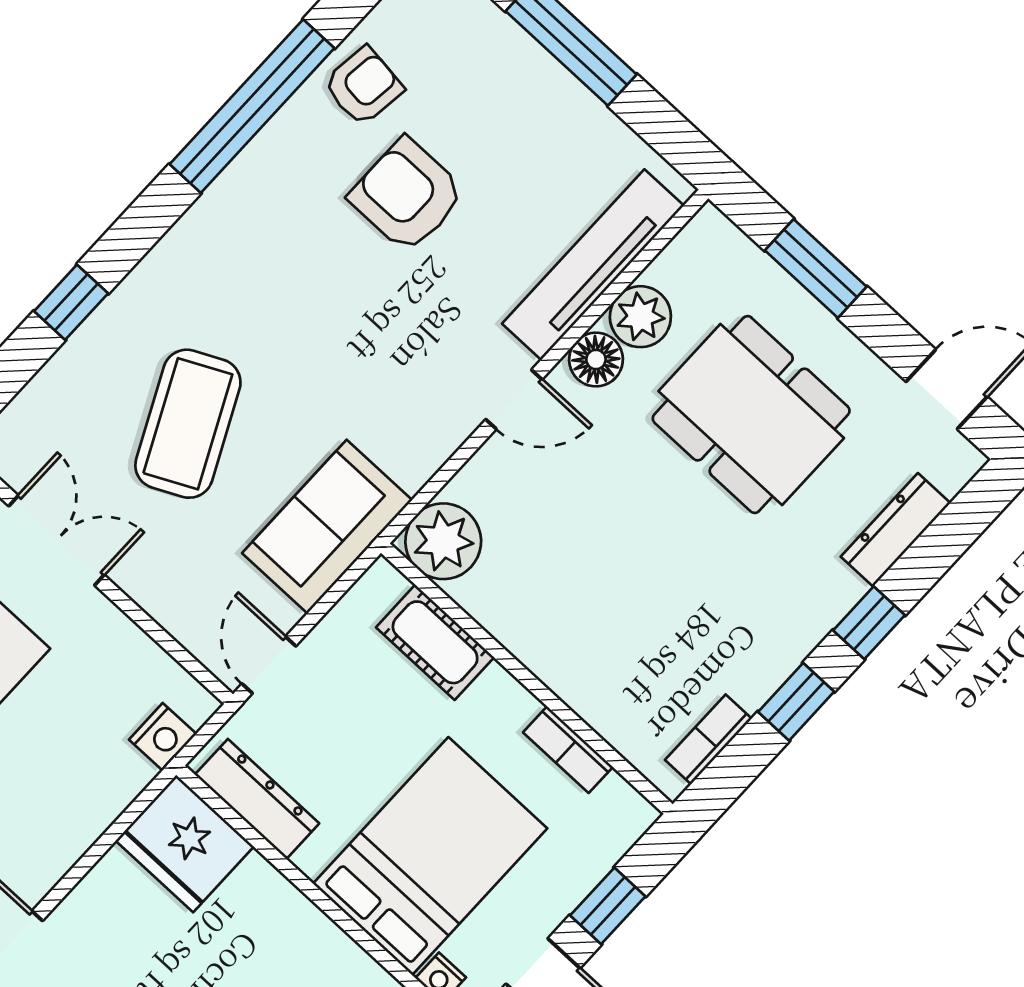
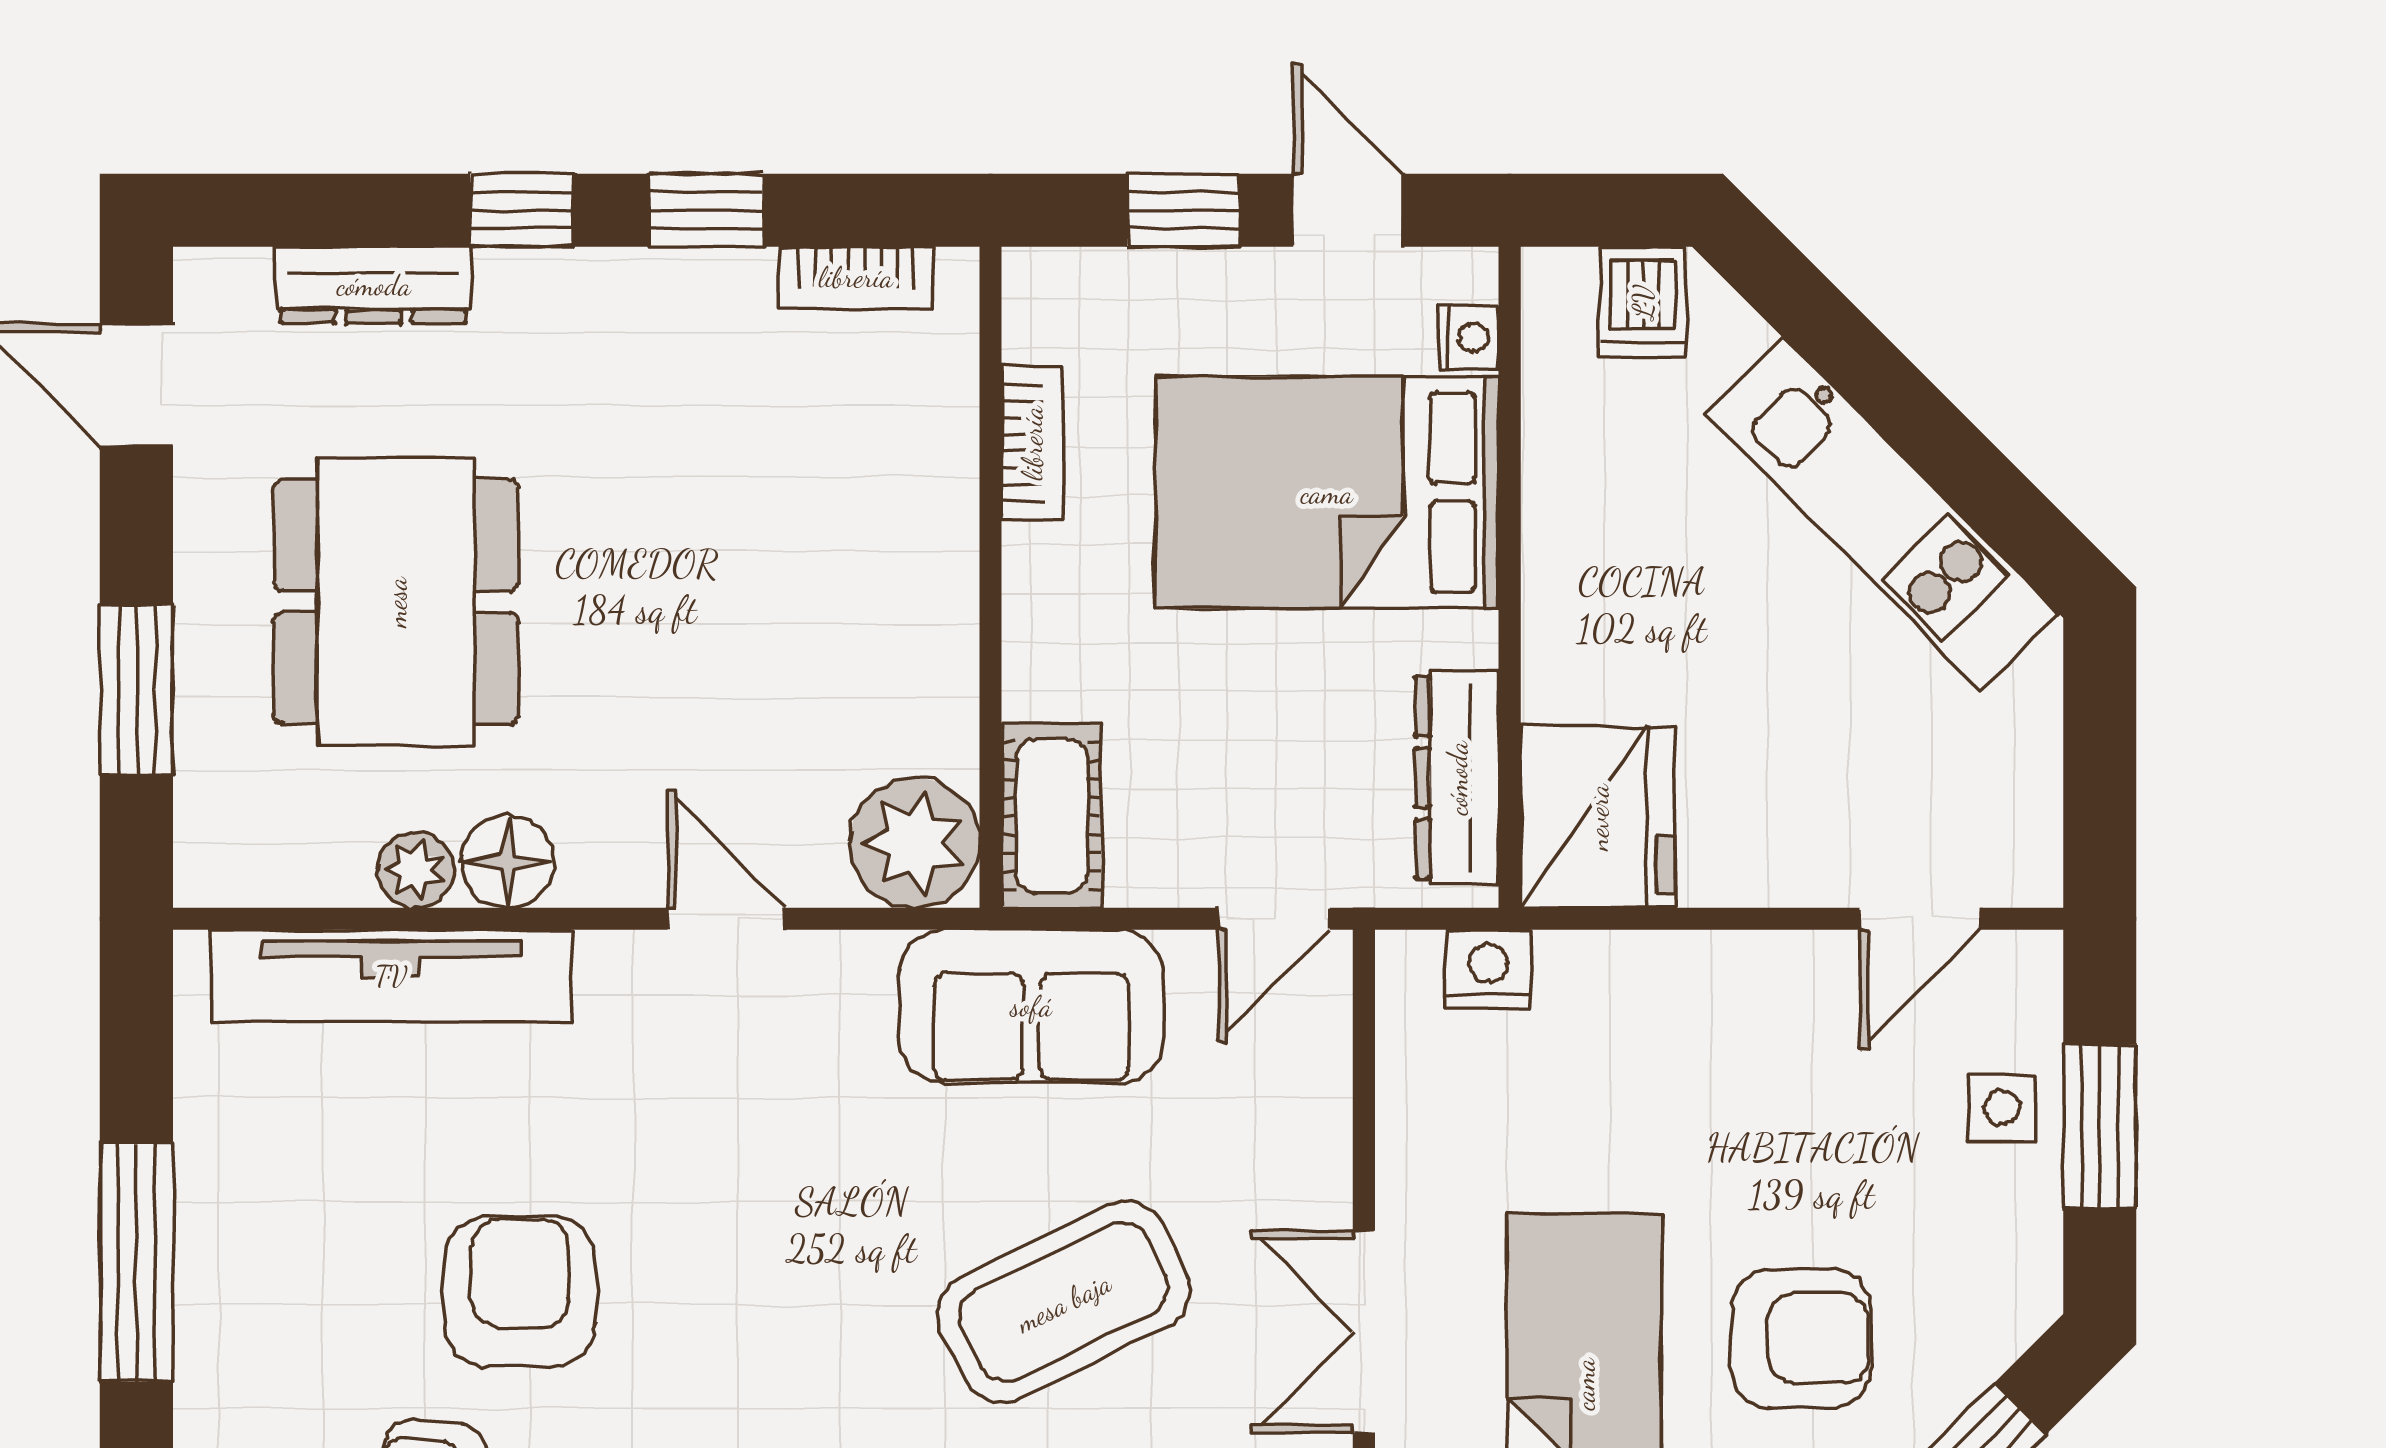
armchair: (407, 195) -> (520, 1291), turned 180
plant: (640, 317) -> (416, 870), width x0.73, depth x0.73
door: (514, 399) -> (726, 919), moved
cot: (435, 642) -> (1052, 816), moved

